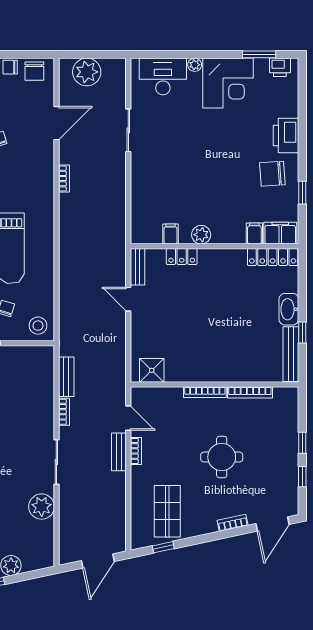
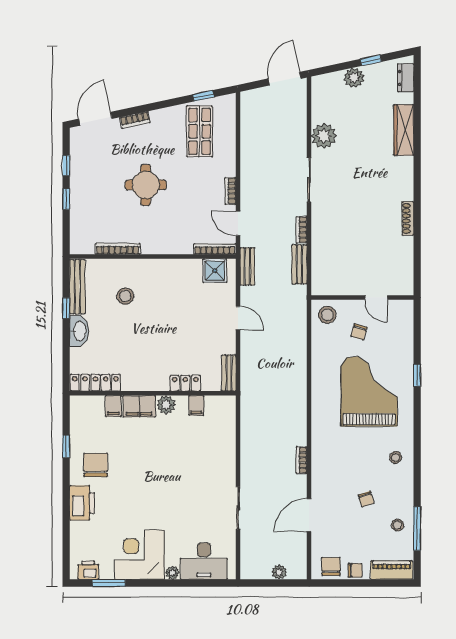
plant: (87, 72) -> (279, 572), width x0.53, depth x0.53
chair: (272, 174) -> (96, 465), turned -86
filing cabinet: (280, 233) -> (139, 406), moved
door: (128, 299) -> (238, 318), moved
stool: (242, 345) -> (125, 296), added
bookcase: (205, 392) -> (215, 249), moved
bench: (119, 452) -> (247, 266), moved
door: (98, 561) -> (285, 79), moved

